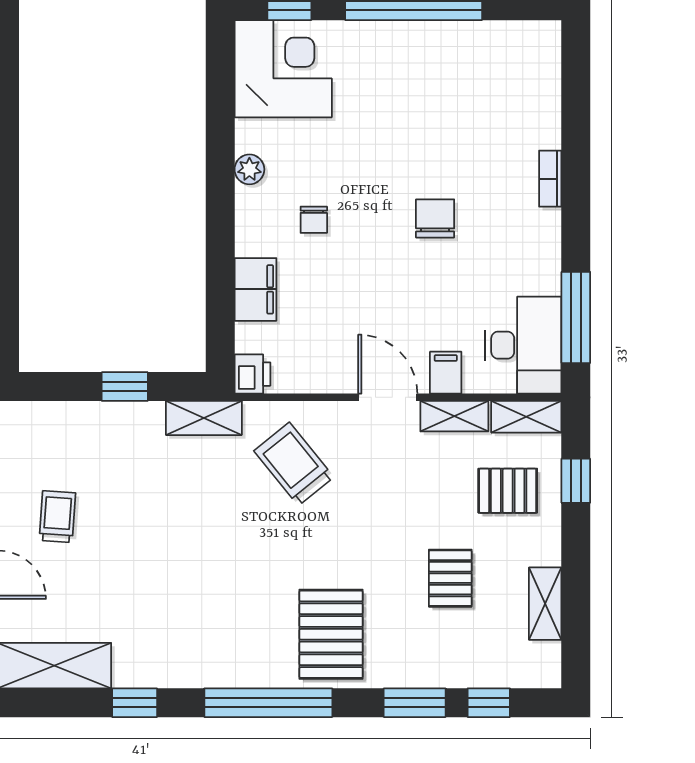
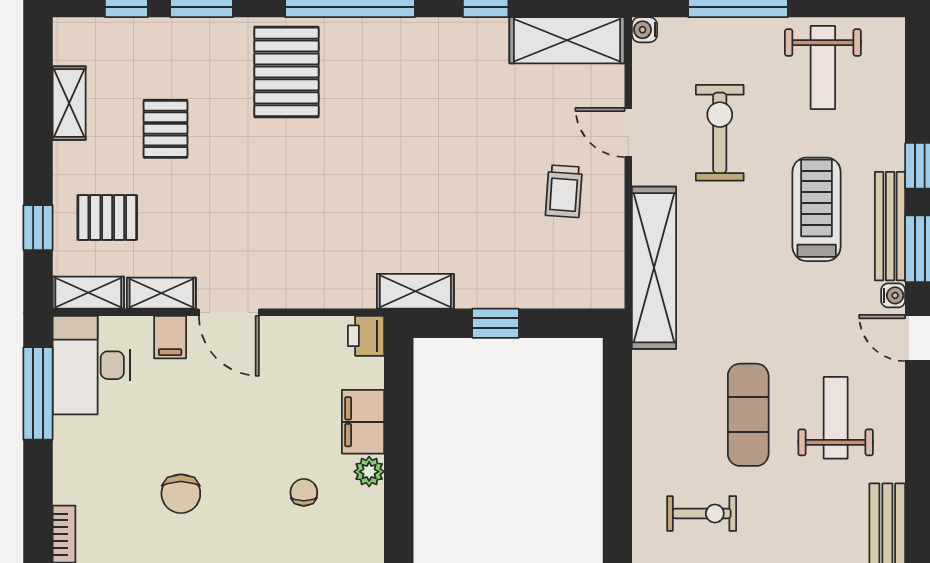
plant: (249, 169) -> (369, 472), moved
trolley: (294, 464) -> (324, 245), removed

